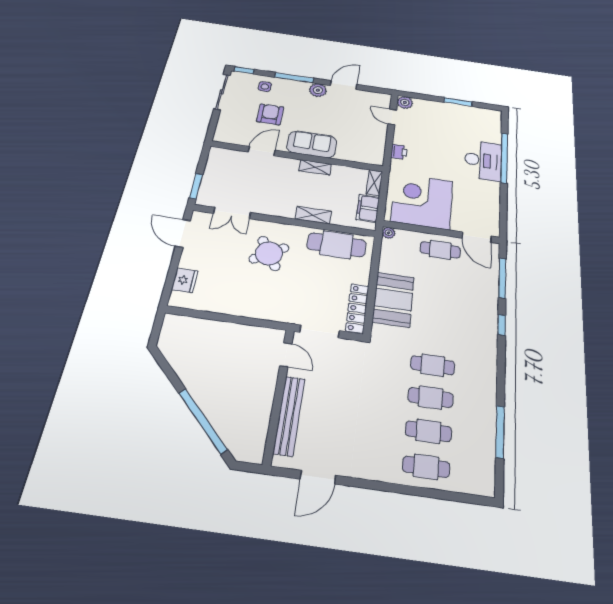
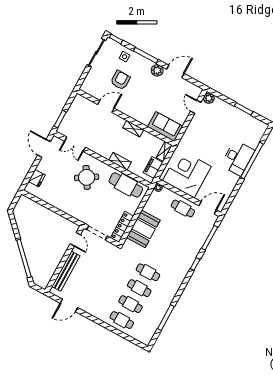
sofa: (312, 144) -> (165, 126), moved
printer: (399, 152) -> (188, 134), removed
door: (477, 237) -> (208, 208), swing flipped

